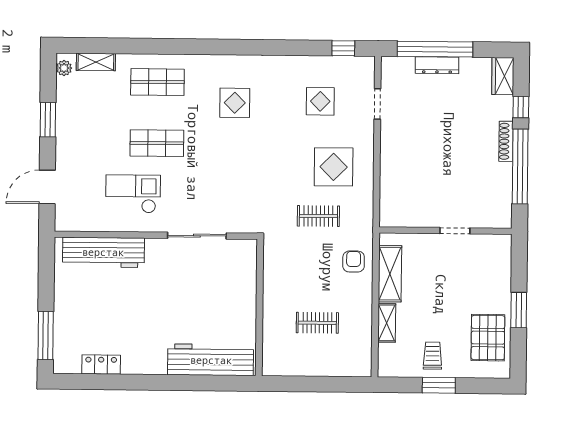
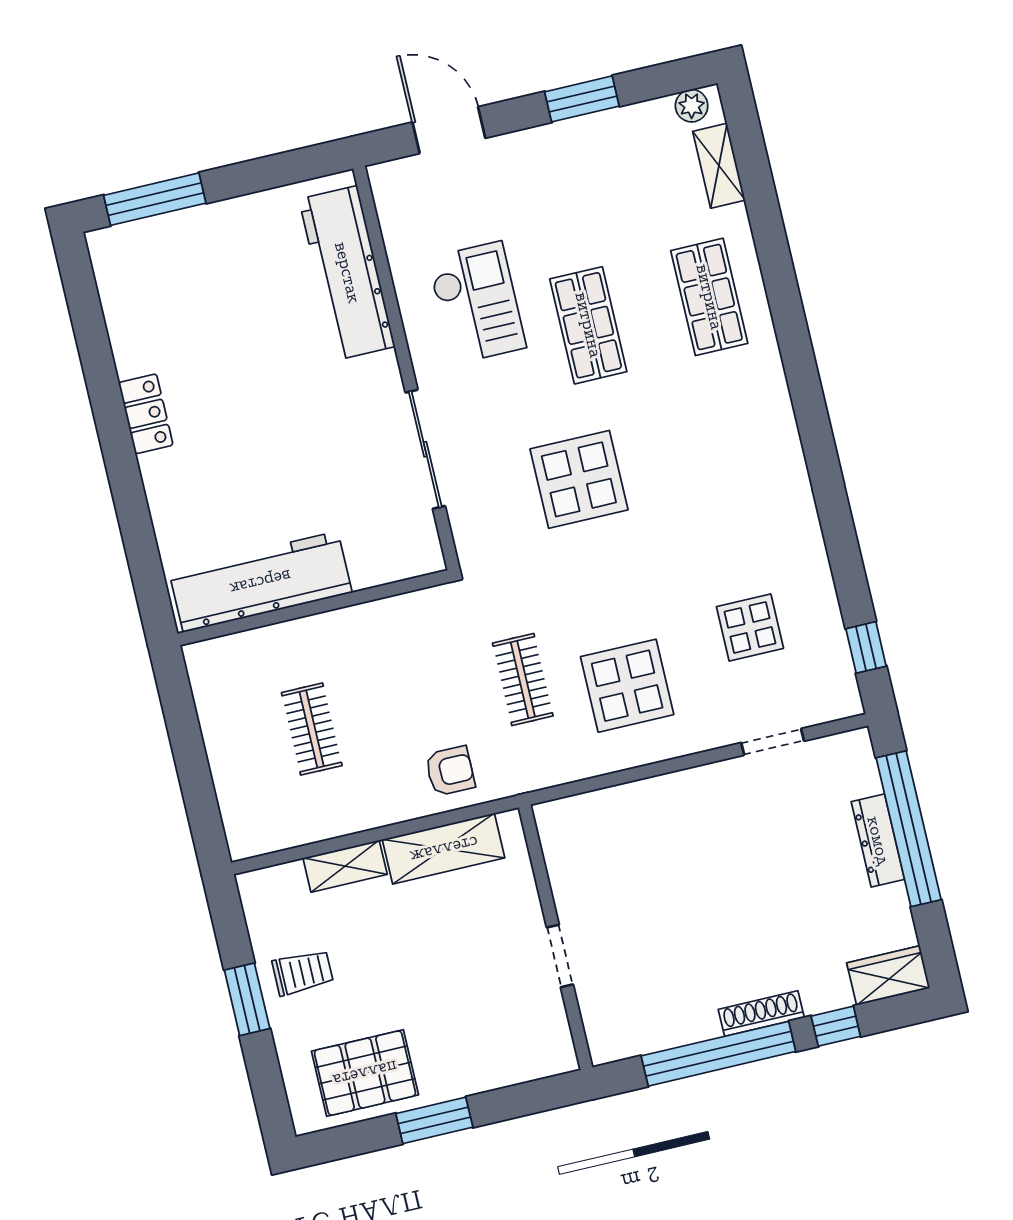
display table: (235, 103) -> (579, 479), moved, width x1.36, depth x1.36
workbench: (211, 360) -> (260, 582), moved, turned -90
locker: (101, 365) -> (146, 414), moved

